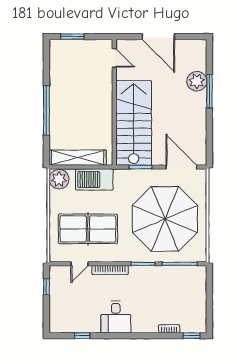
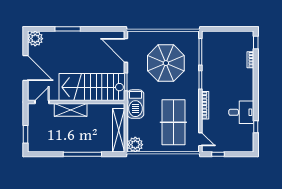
door: (158, 37) -> (26, 68), hinge flipped
plant: (197, 81) -> (35, 39), moved
shelving: (104, 95) -> (71, 110), added
door: (181, 167) -> (126, 50), hinge flipped
barbecue: (94, 179) -> (135, 104), moved
parasol: (165, 219) -> (166, 63), width x0.73, depth x0.73
door: (79, 264) -> (200, 139), moved
desk: (116, 317) -> (241, 112), moved

